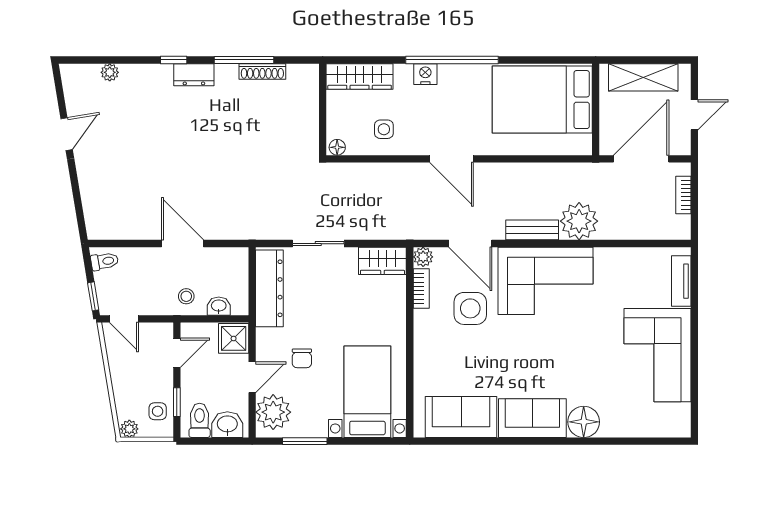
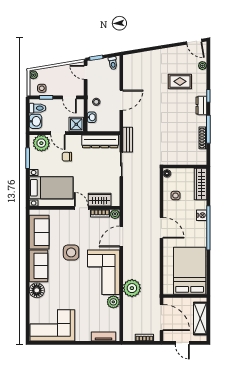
rug: (143, 120) -> (180, 81), added
door: (67, 134) -> (194, 42), moved
door: (452, 159) -> (161, 228), swing flipped
bench: (532, 230) -> (128, 140), moved
plant: (608, 260) -> (113, 302), added
wardrobe: (382, 261) -> (100, 200), moved, turned 90
side table: (470, 308) -> (71, 252), moved
door: (124, 319) -> (86, 72), hinge flipped
door: (410, 328) -> (81, 208), added
corner sofa: (658, 355) -> (52, 325), moved

